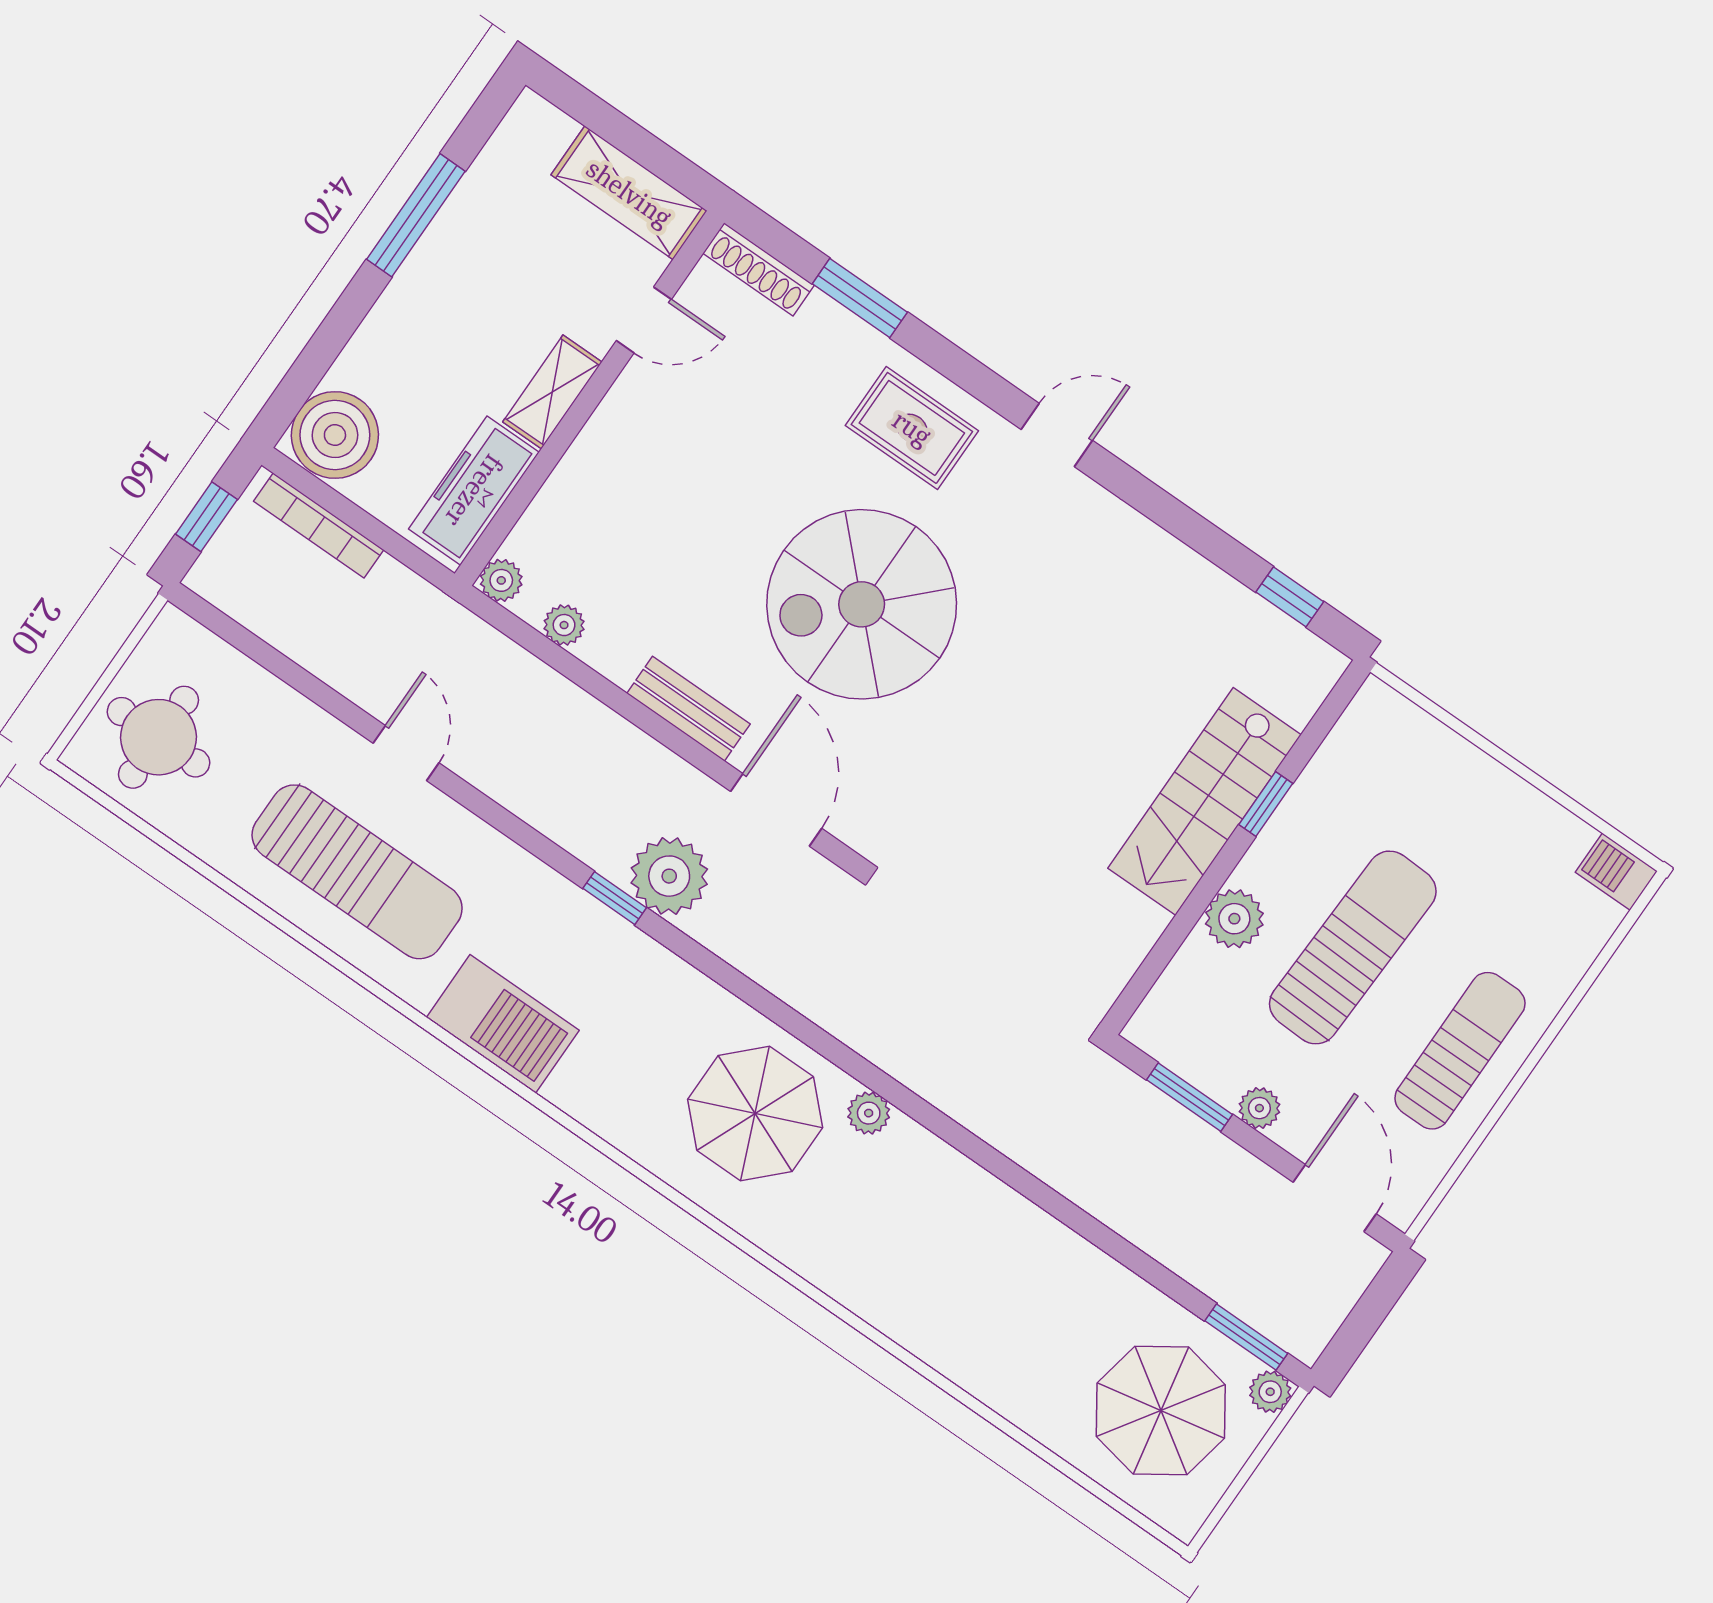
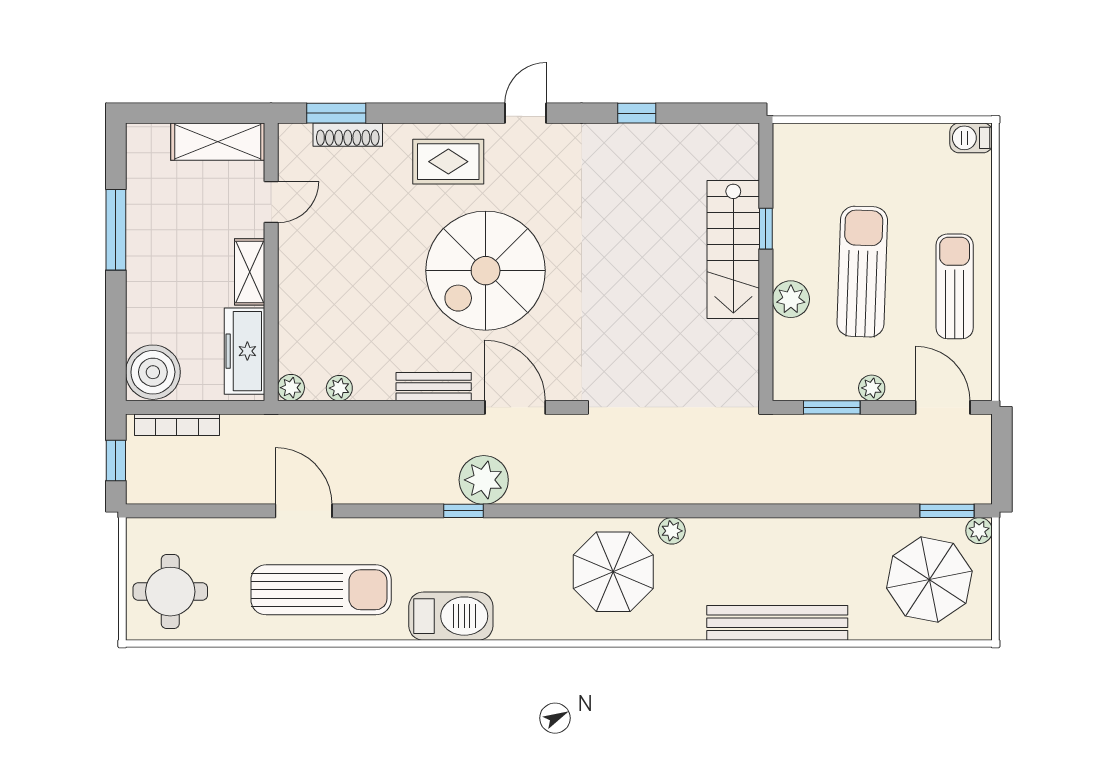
shoe rack: (759, 269) -> (348, 135), moved
window: (860, 298) -> (336, 113), moved
window: (1290, 597) -> (637, 113), moved
door: (406, 753) -> (304, 511), width x1.38
bench: (923, 1329) -> (777, 623), added

